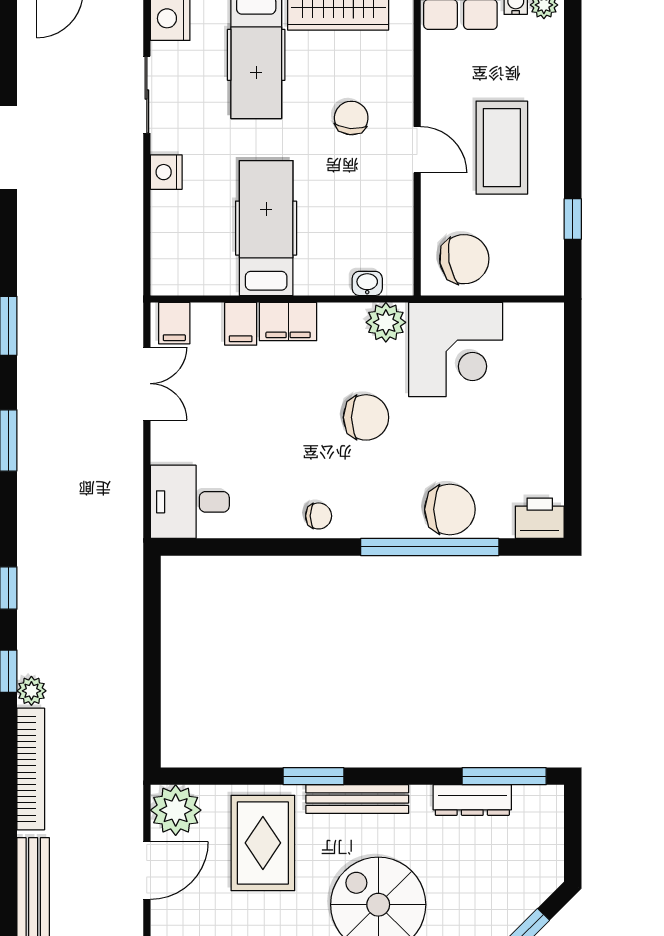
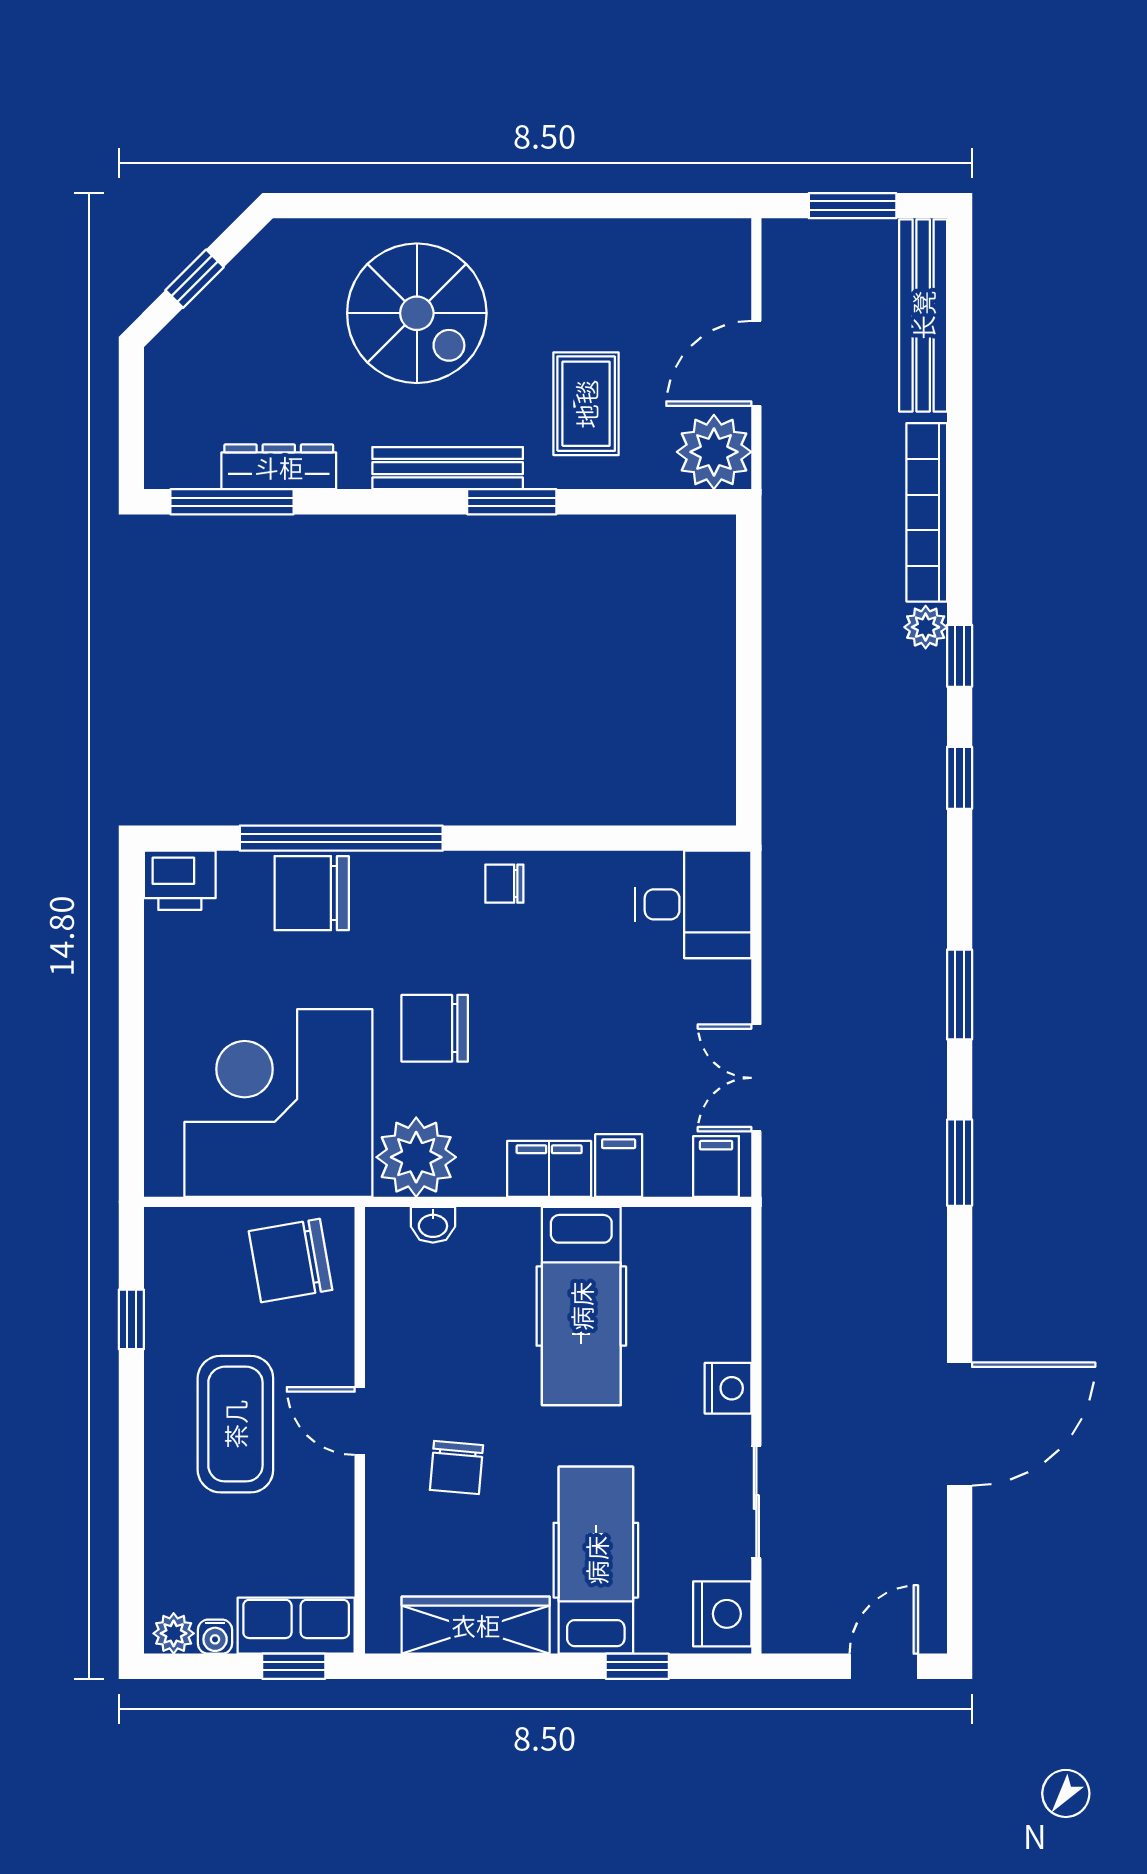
plant: (386, 322) -> (416, 1157), width x1.36, depth x1.36
corner desk: (456, 350) -> (278, 1103), width x1.36, depth x1.36
rug: (263, 843) -> (586, 404), width x0.73, depth x0.70

